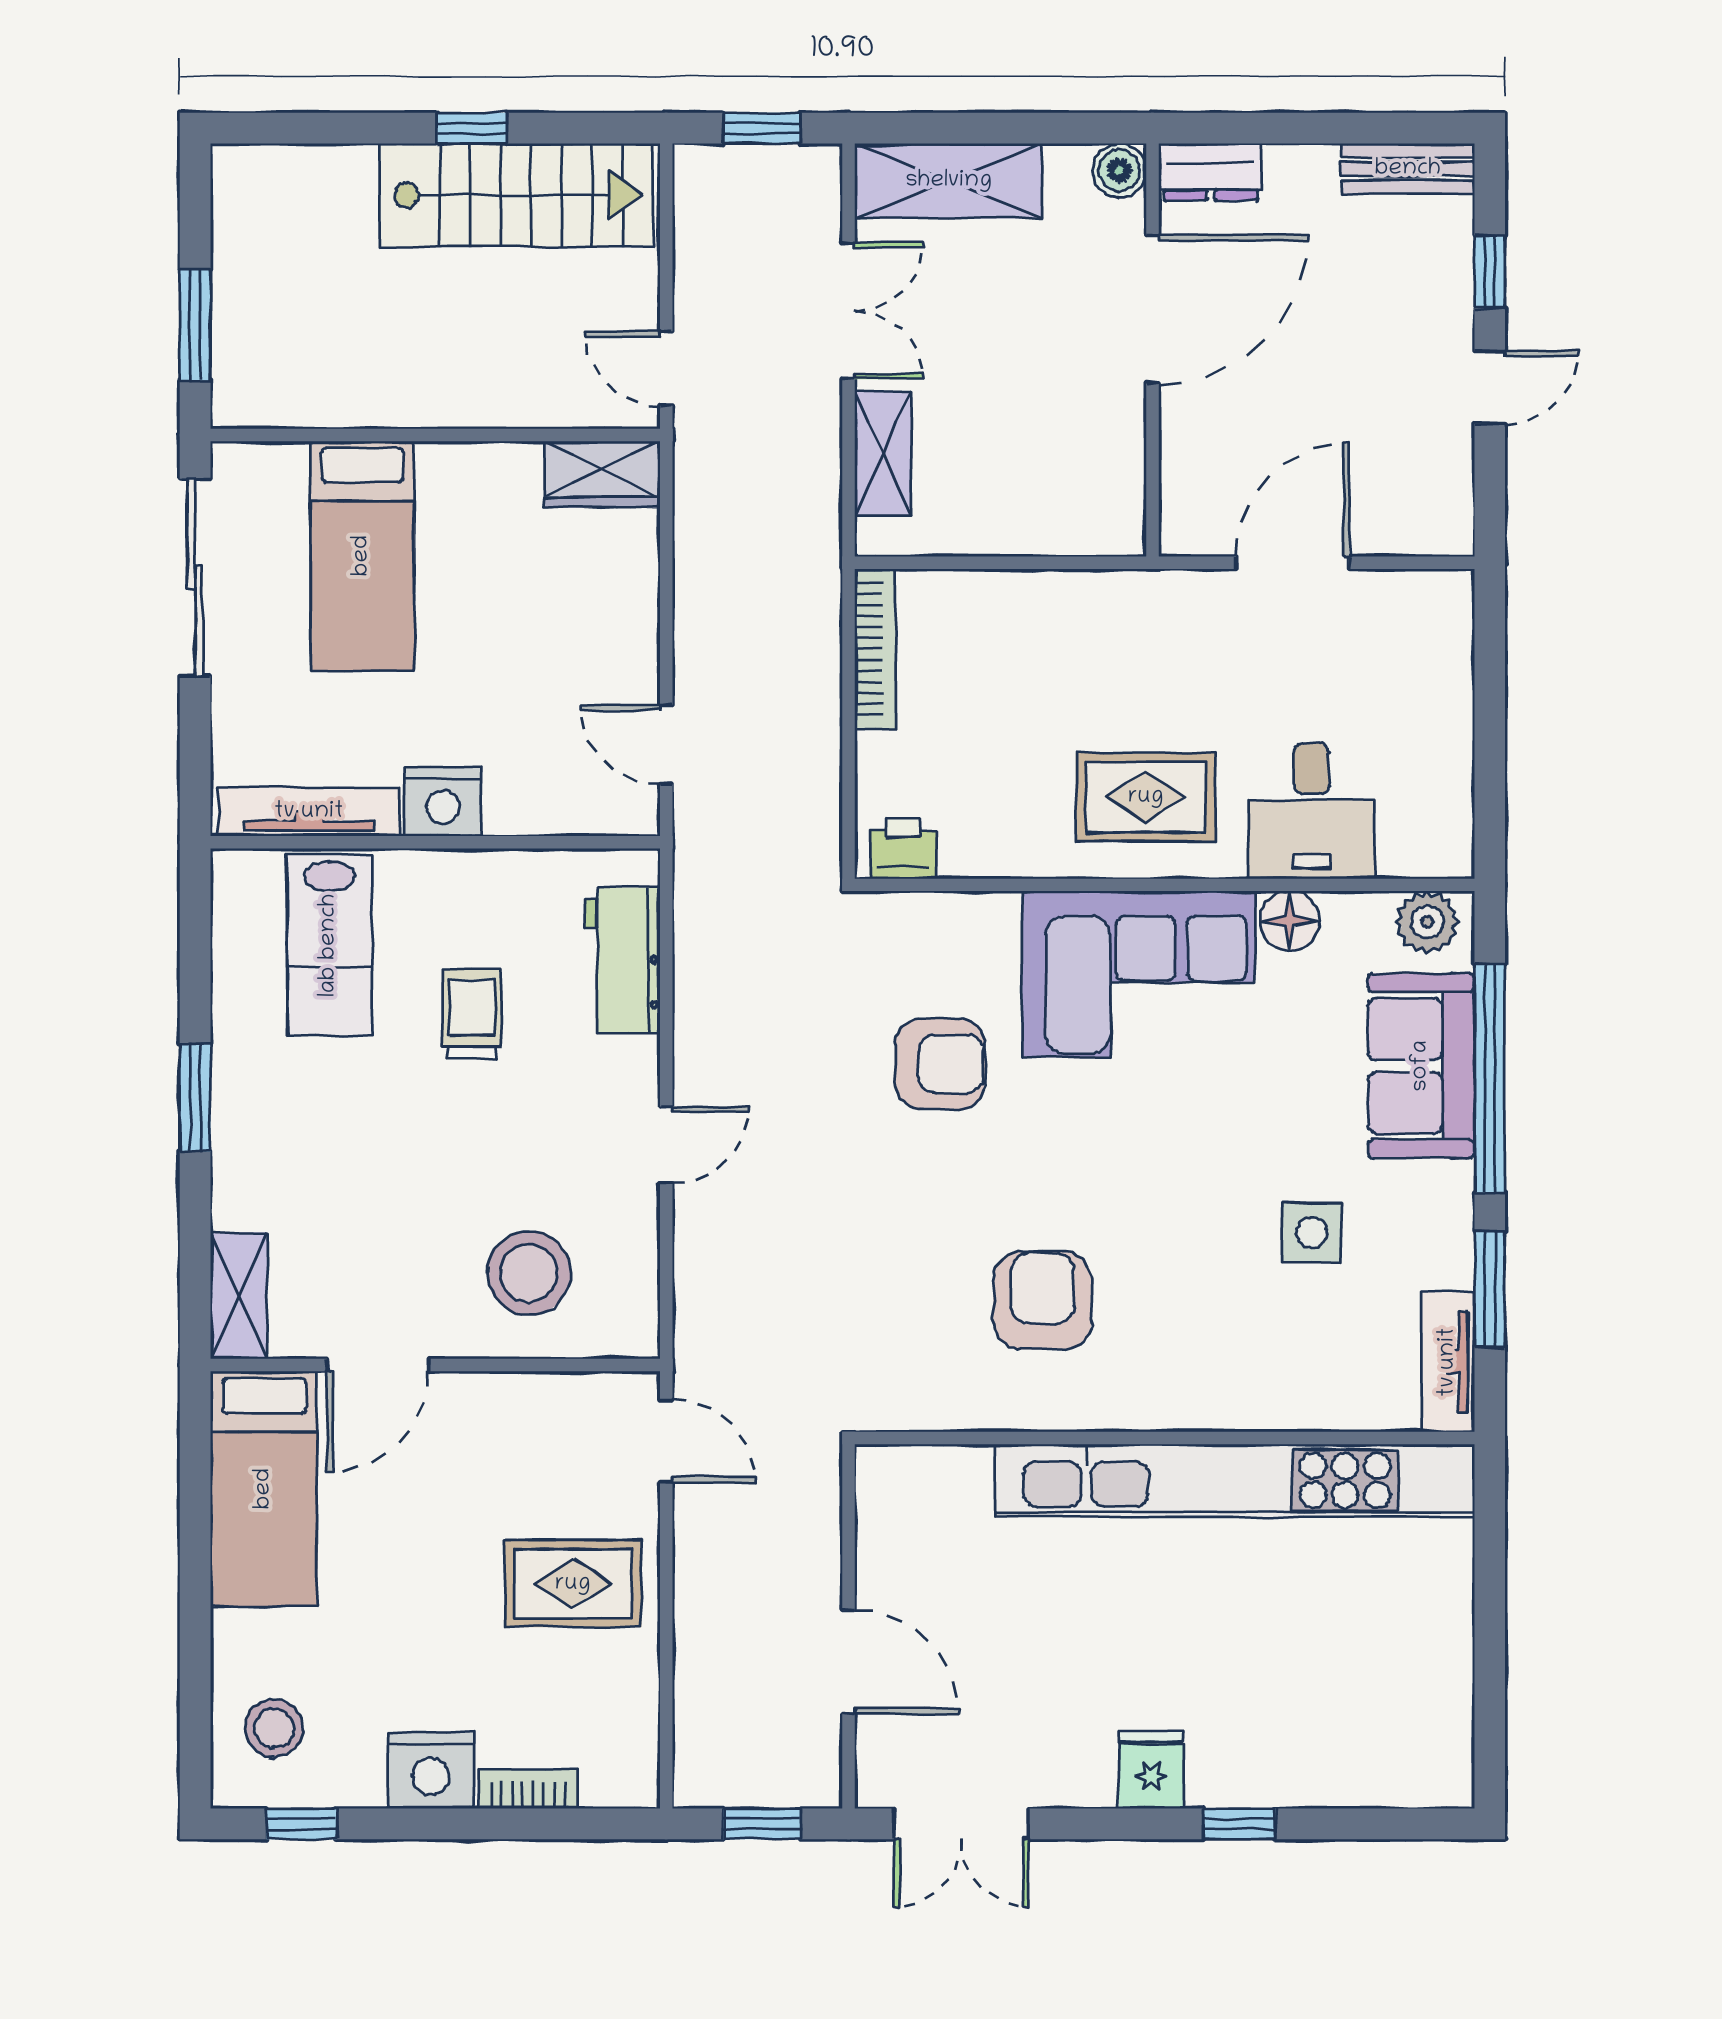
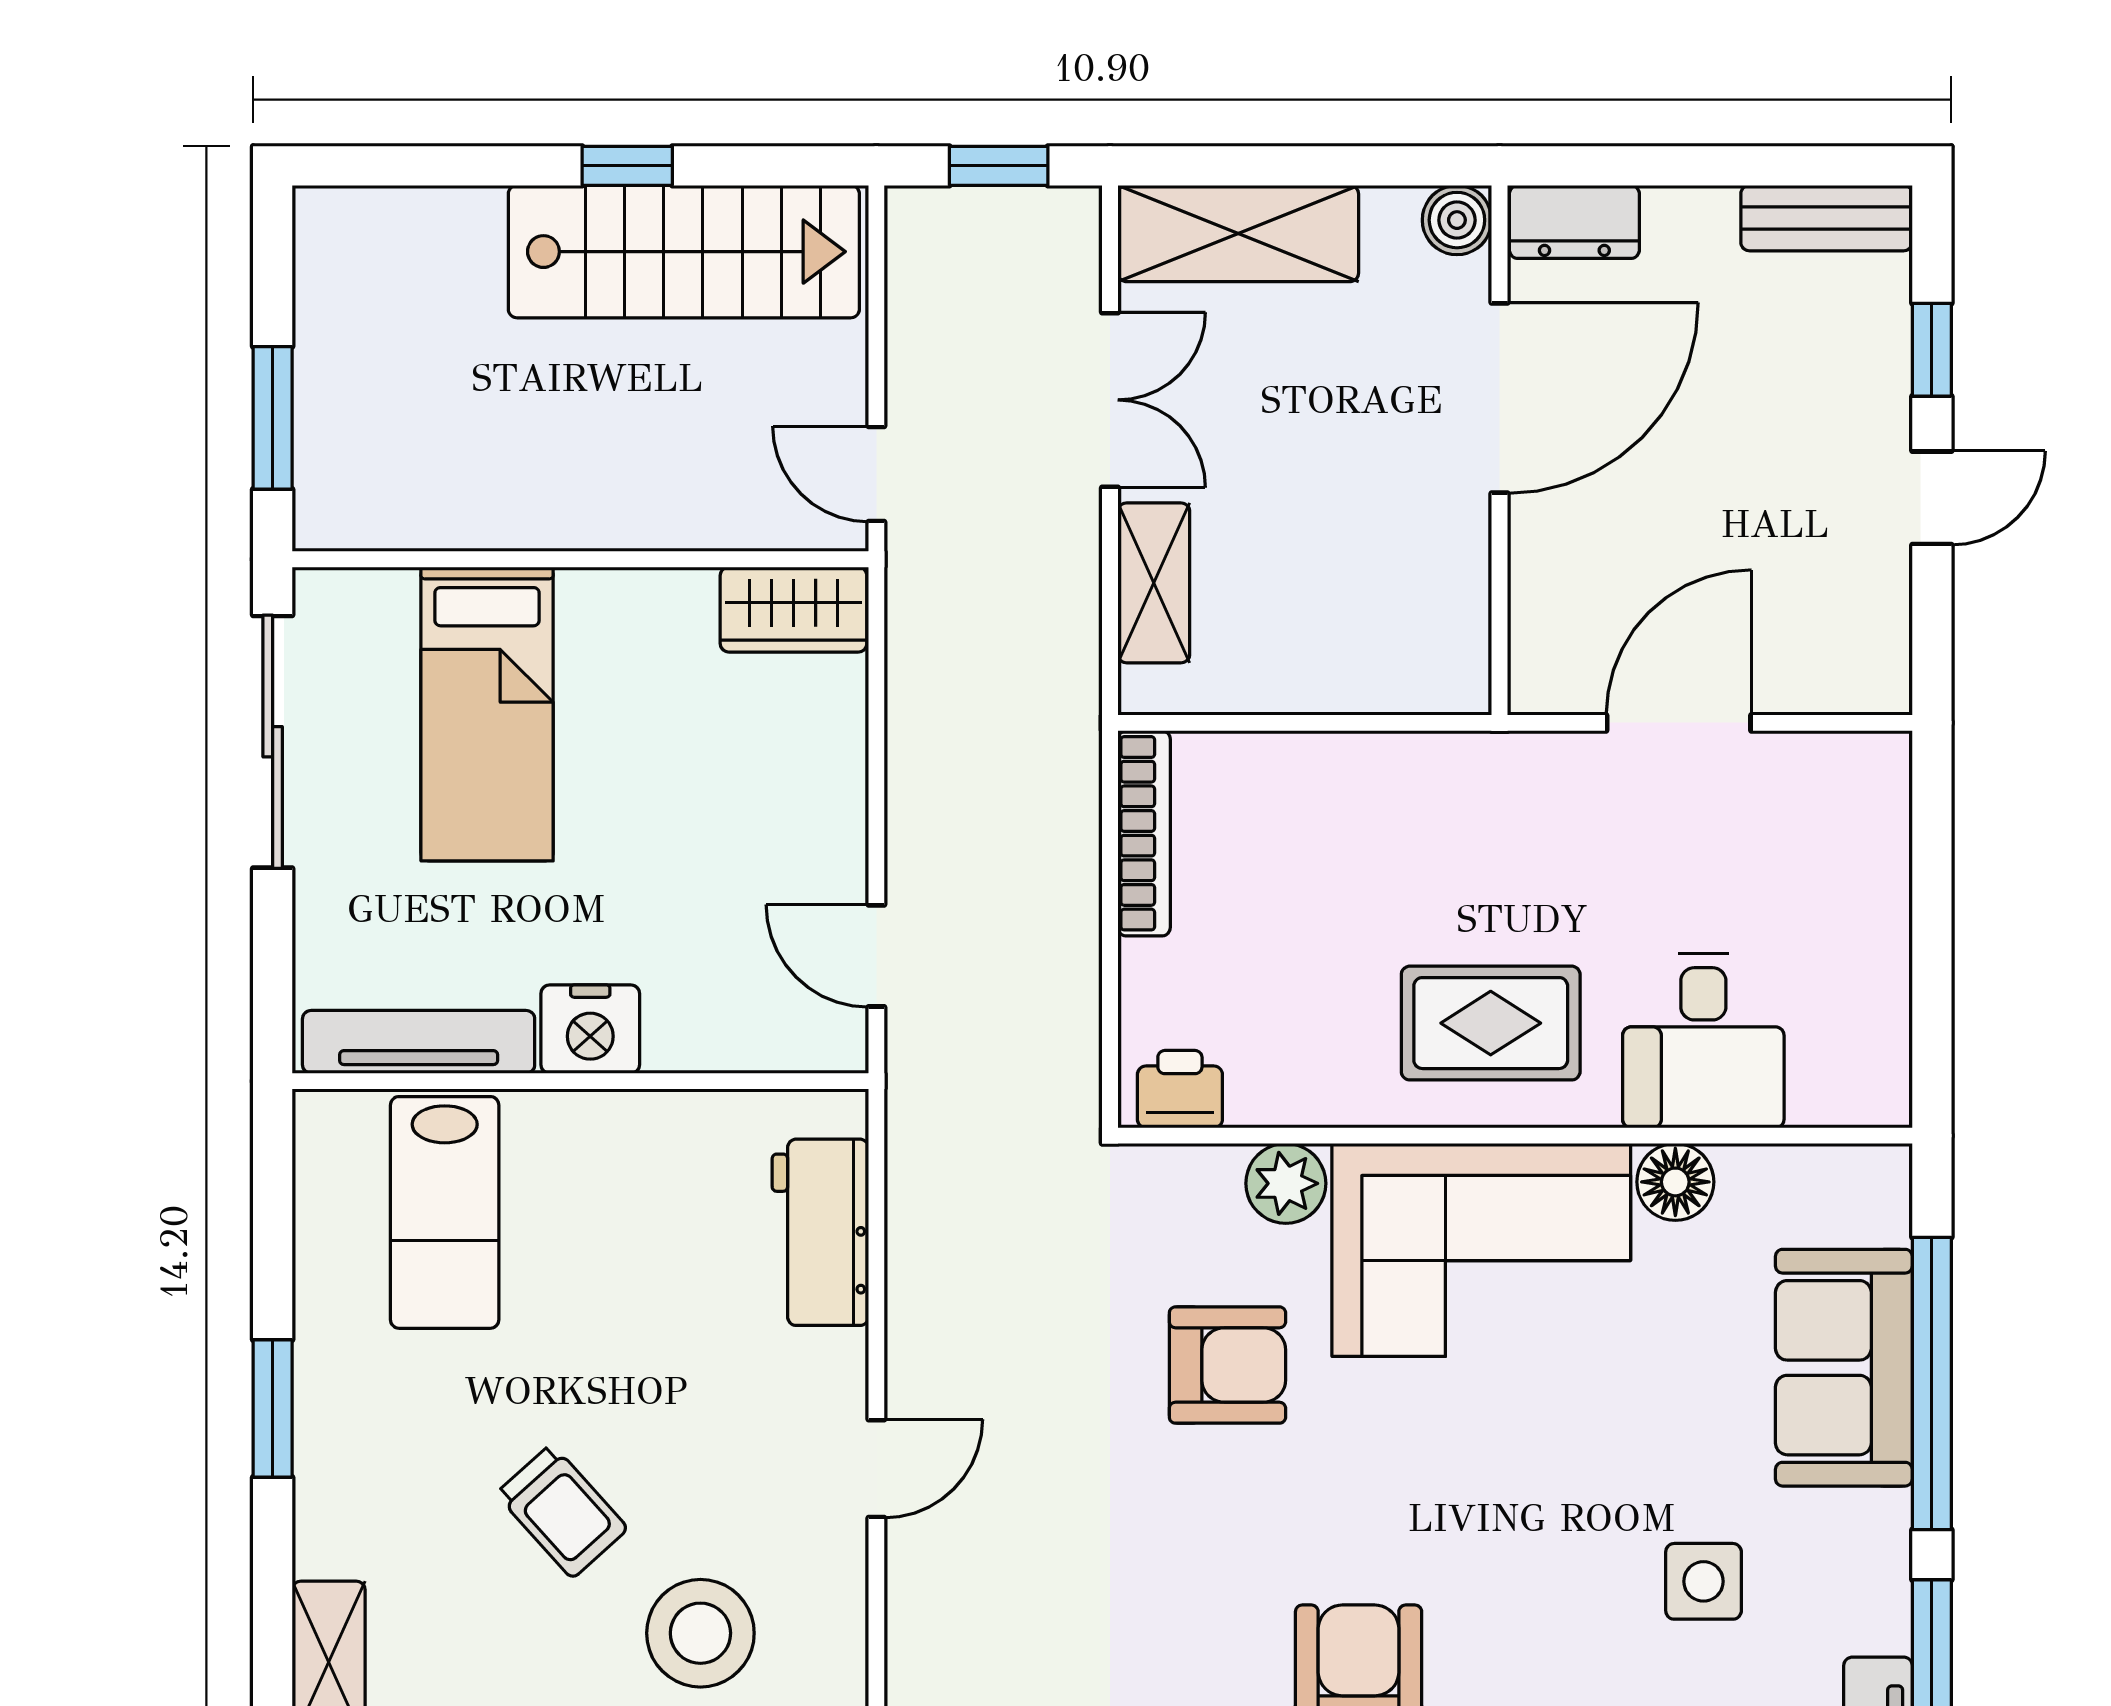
plant: (1427, 922) -> (1286, 1183), moved
trolley: (472, 1014) -> (562, 1511), moved, turned 138

